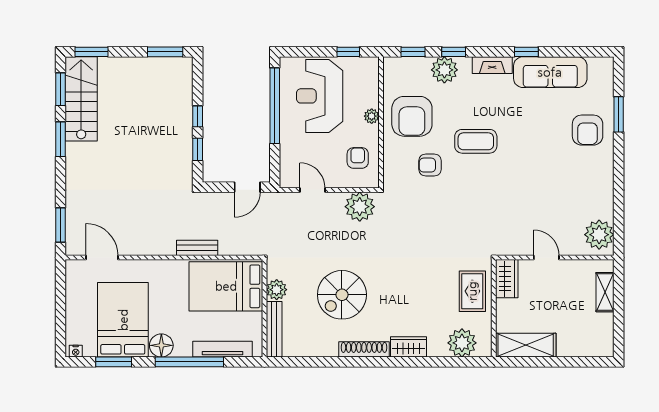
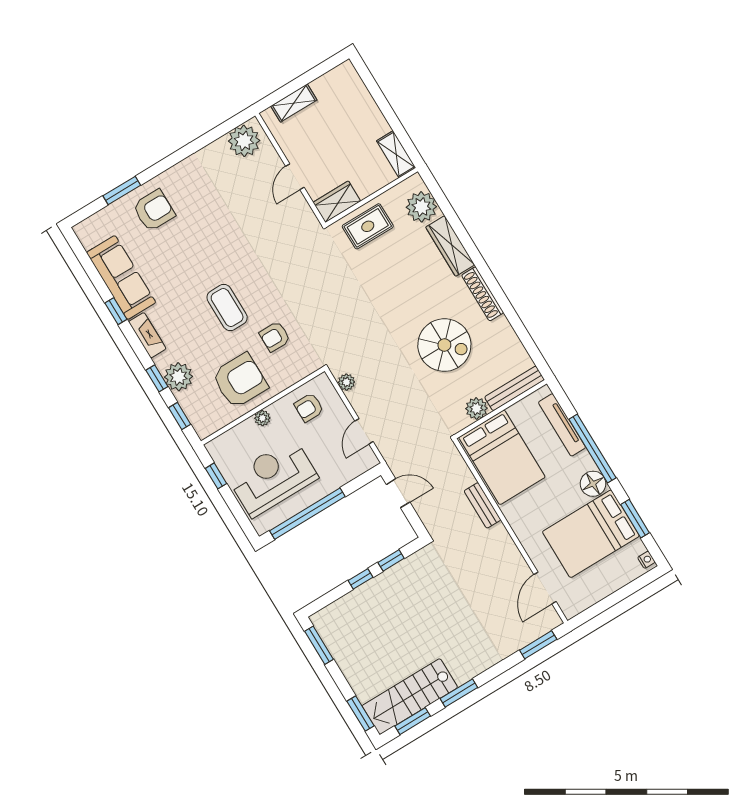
reception desk: (320, 96) -> (273, 478), turned 180
armchair: (430, 165) -> (275, 337), turned 90
plant: (360, 207) -> (346, 382), width x0.53, depth x0.53
shelving: (526, 345) -> (396, 154), width x0.67, depth x0.75
wardrobe: (408, 347) -> (450, 246), width x1.50

